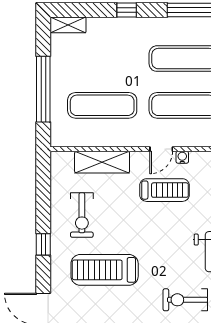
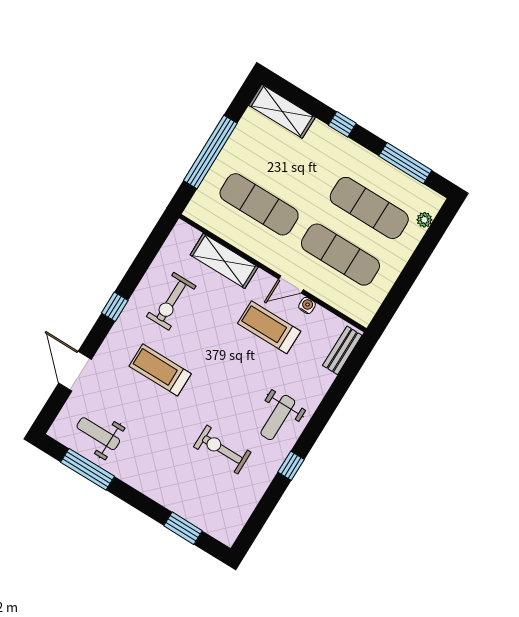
shelving: (68, 25) -> (282, 111), width x1.50, depth x1.33
treadmill: (165, 190) -> (269, 327), turned 180
treadmill: (105, 270) -> (160, 370), width x0.73, depth x0.73

